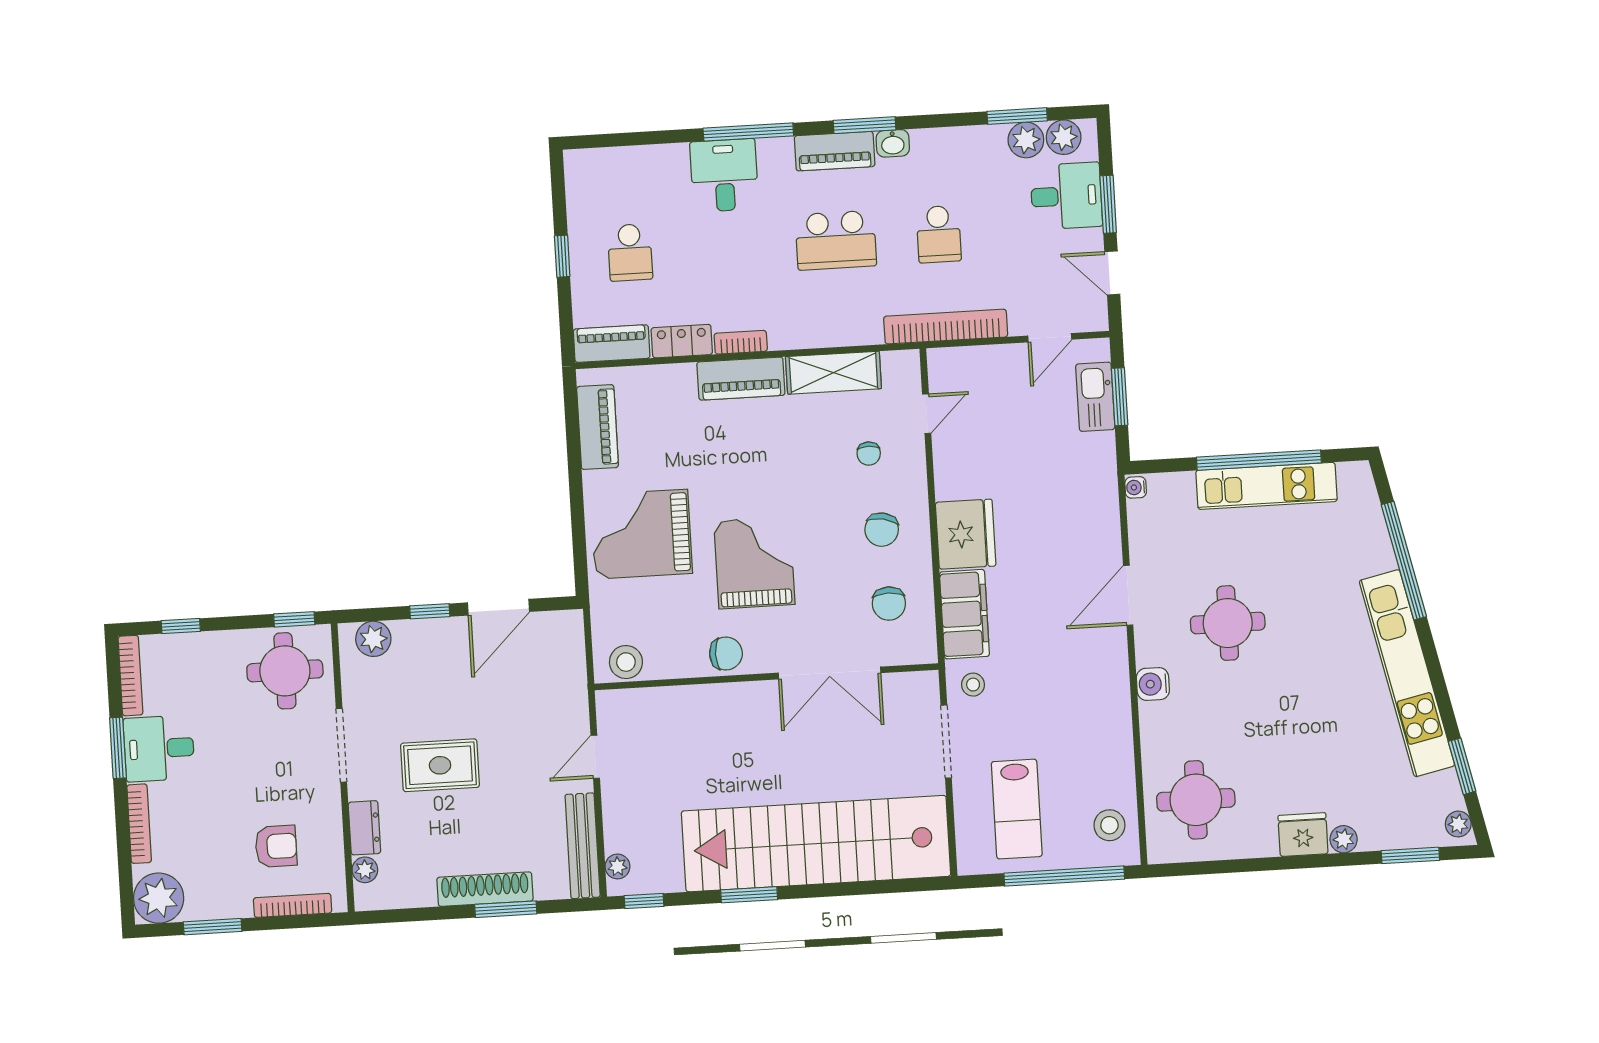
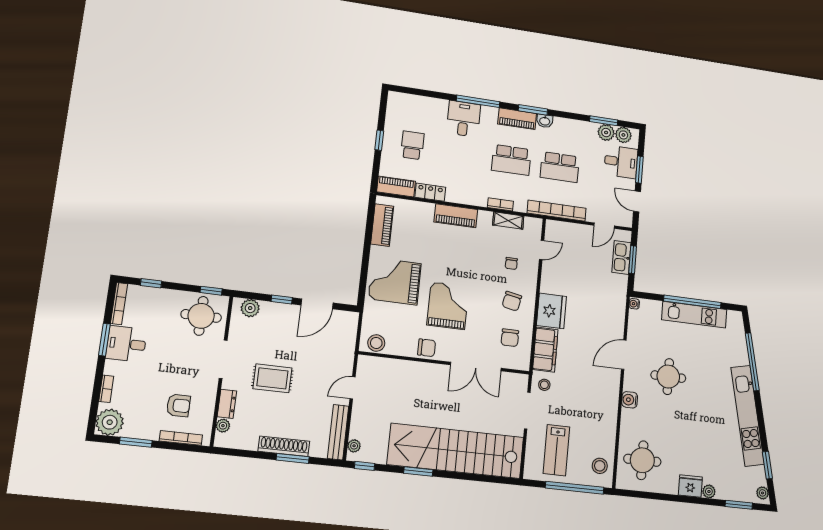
school desk: (939, 234) -> (560, 167), width x1.85
school desk: (630, 252) -> (412, 145), turned 180
bookcase: (741, 342) -> (500, 204), moved
shelving: (833, 373) -> (508, 221), width x0.67, depth x0.75
bookcase: (139, 824) -> (106, 389), width x0.64

